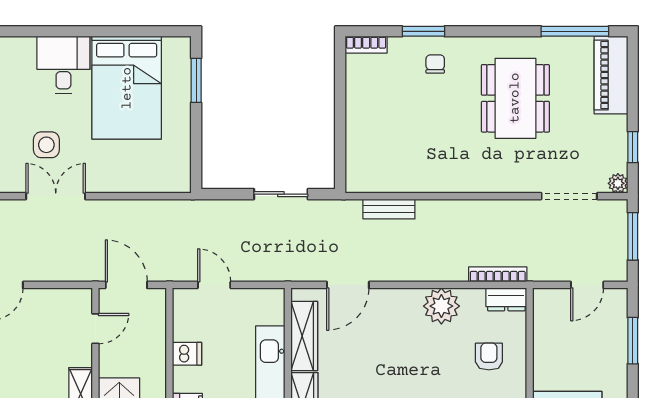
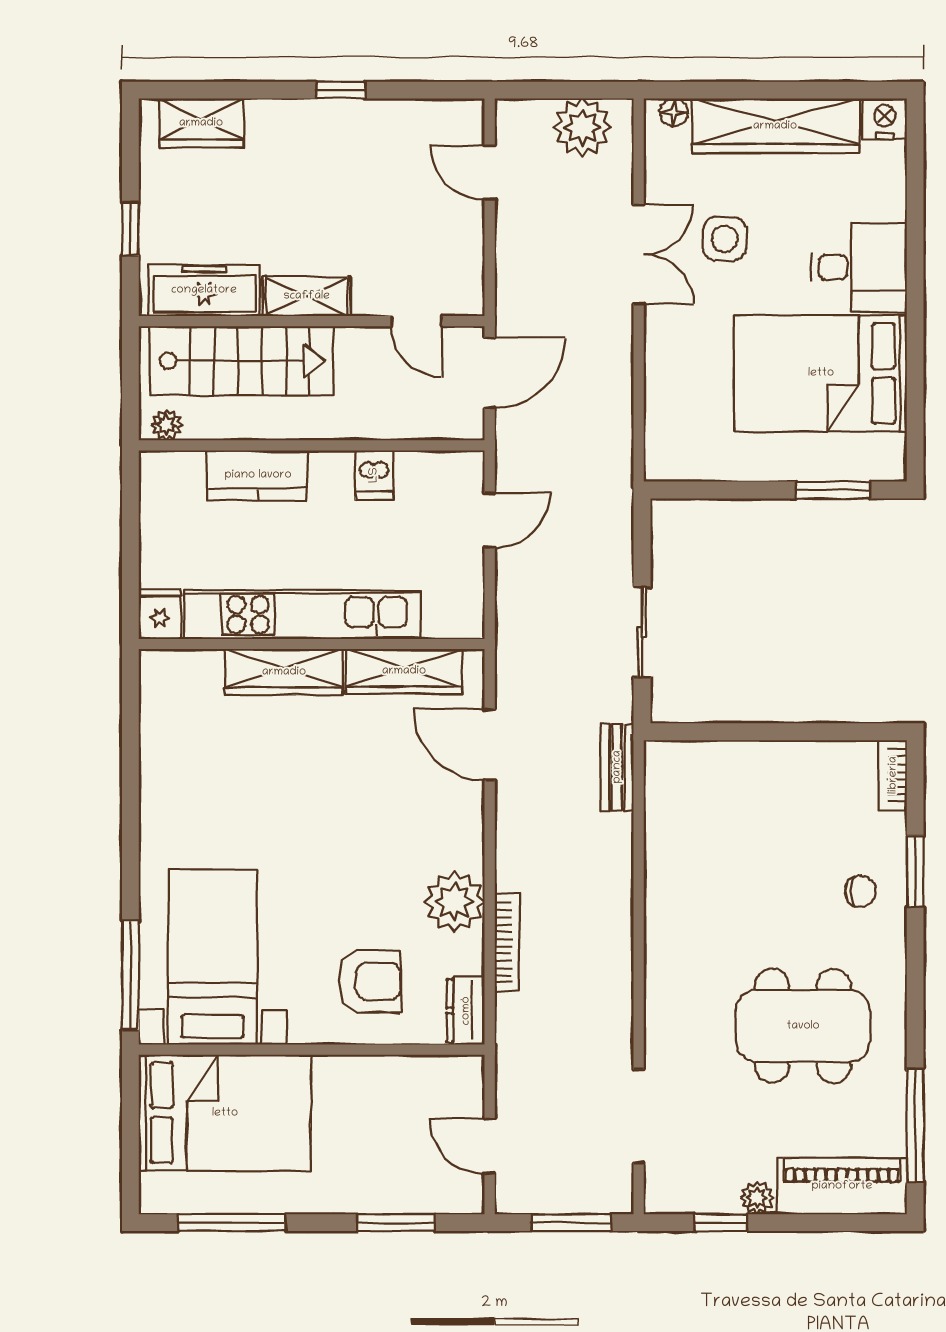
plant: (618, 183) -> (757, 1198), moved
bench: (389, 209) -> (617, 767), moved
bookcase: (498, 274) -> (507, 943), moved
armchair: (489, 357) -> (370, 981), width x1.38, depth x1.38

